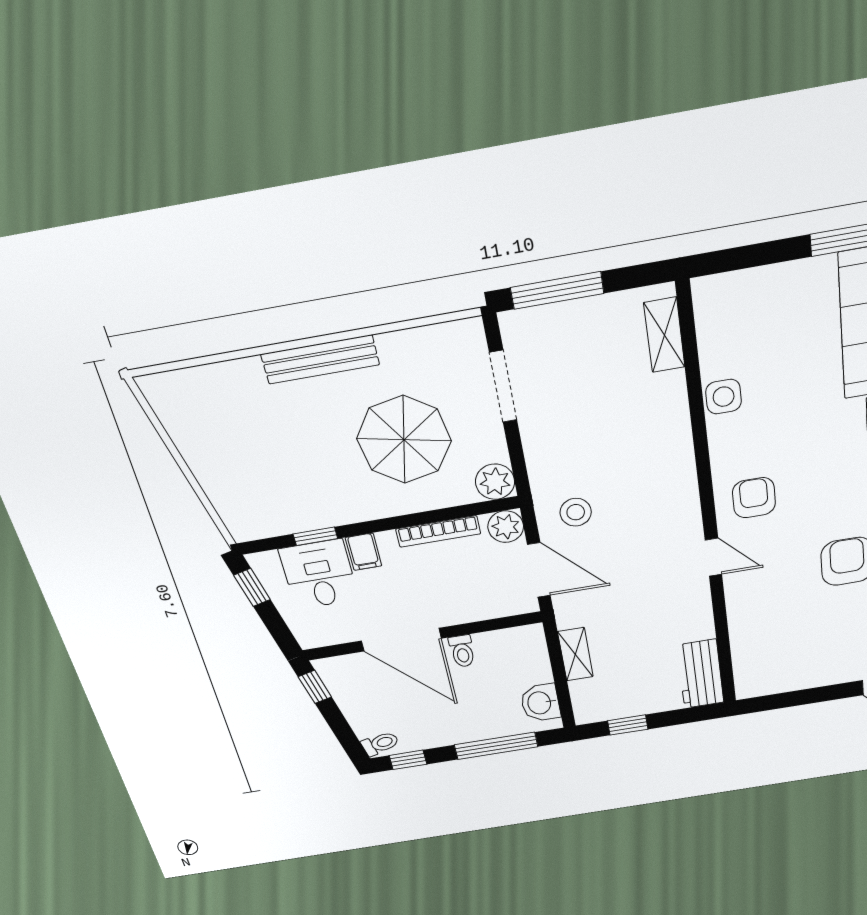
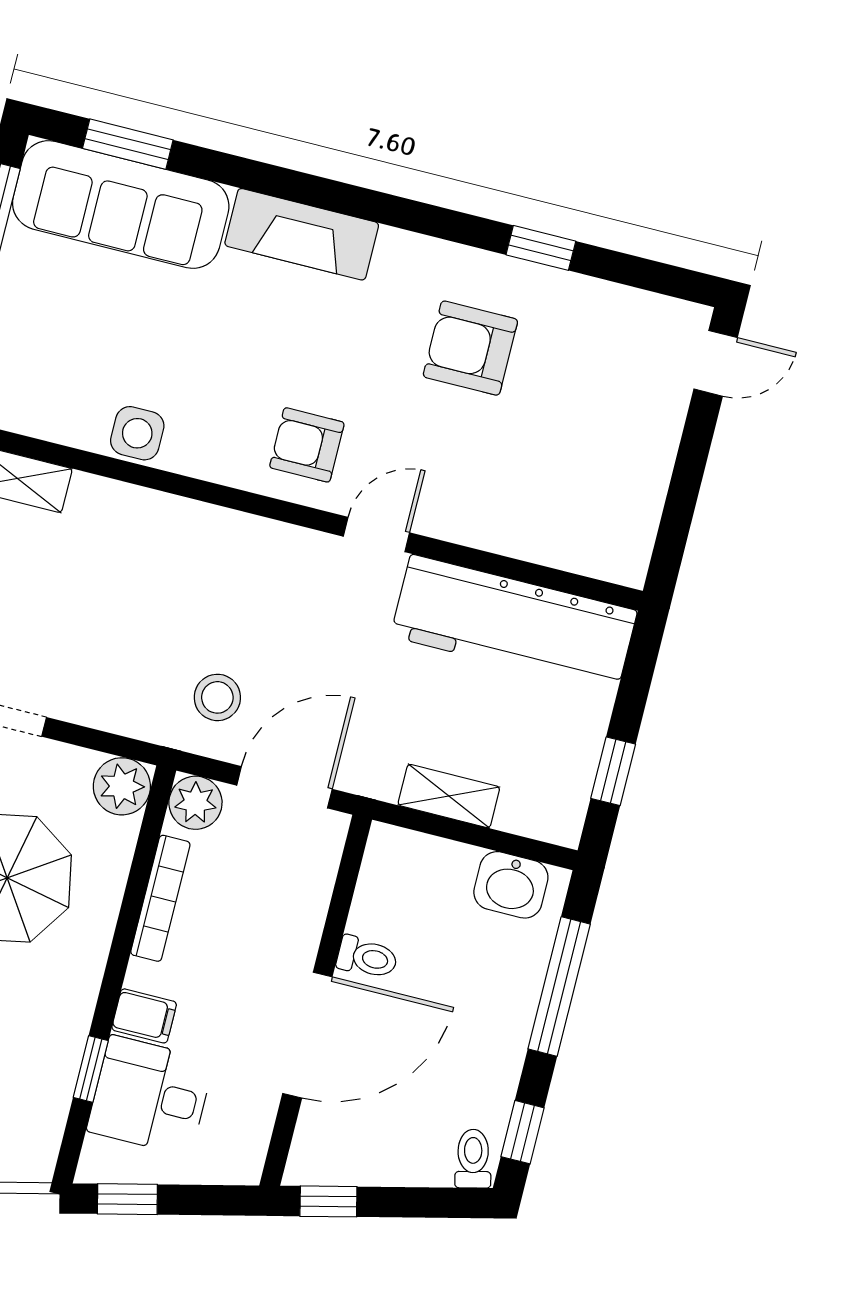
workbench: (700, 674) -> (514, 623), width x1.88, depth x1.32

